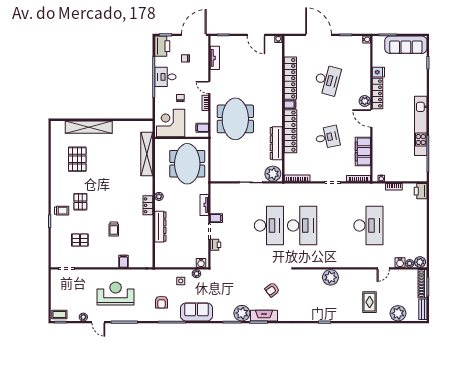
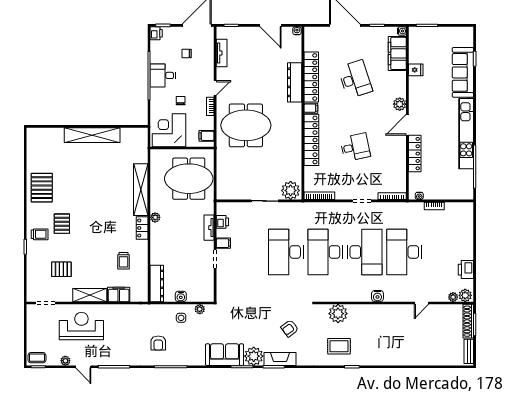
sofa: (406, 45) -> (463, 72), moved, turned 90
printer: (162, 46) -> (156, 33), width x0.53, depth x0.68
desk: (327, 80) -> (355, 79), turned -33
door: (209, 87) -> (215, 88), swing flipped
locker: (377, 93) -> (415, 154), moved
door: (371, 118) -> (407, 125), hinge flipped
meeting table: (235, 119) -> (246, 125), turned 90
shelving: (89, 127) -> (92, 135), moved
dresser: (276, 143) -> (295, 82), moved
filing cabinet: (363, 152) -> (397, 53), moved
shelving: (147, 154) -> (141, 190), moved
pallet: (77, 159) -> (42, 188), moved
meeting table: (187, 164) -> (189, 179), turned 90
printer: (421, 191) -> (466, 270), moved
desk: (269, 225) -> (286, 252), turned 180
desk: (302, 225) -> (325, 252), turned 180
desk: (335, 225) -> (365, 252), added
desk: (368, 225) -> (404, 252), turned 180
dresser: (160, 227) -> (157, 283), moved
trolley: (114, 229) -> (123, 261), moved
printer: (215, 245) -> (222, 222), moved
filing cabinet: (124, 261) -> (119, 294), width x2.00
shelving: (104, 262) -> (90, 295), added
water cooler: (201, 263) -> (181, 296), moved
water cooler: (400, 263) -> (377, 296), moved
plant: (330, 277) -> (338, 314), moved
reception desk: (116, 294) -> (81, 326), moved
rug: (370, 302) -> (339, 346), moved, turned 90
sofa: (197, 312) -> (225, 355), moved
plant: (398, 313) -> (439, 356), removed

